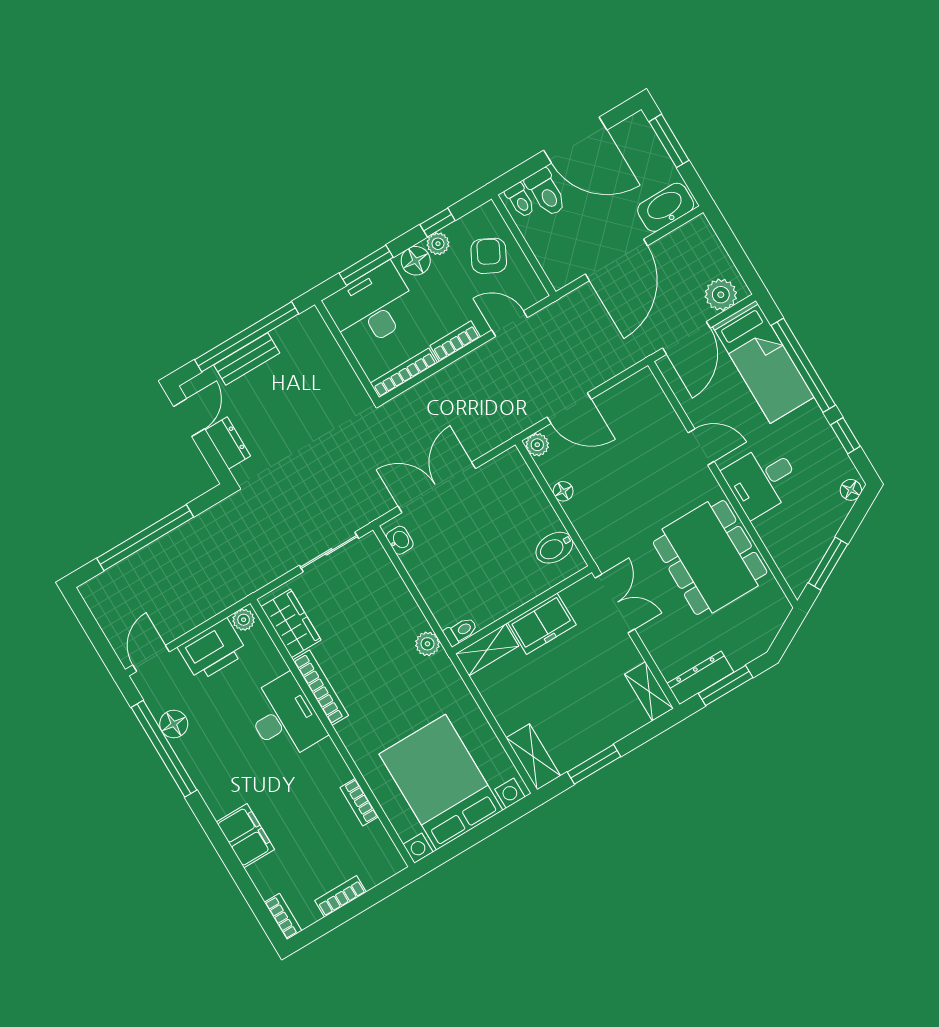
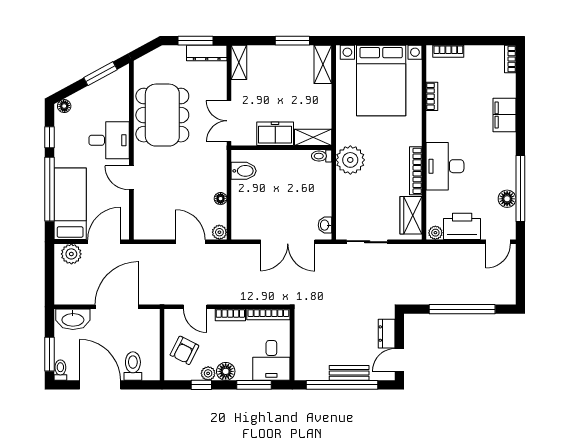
toilet: (520, 200) -> (60, 370), moved
desk: (372, 307) -> (271, 360), width x0.73
plant: (427, 644) -> (350, 160), width x1.87, depth x1.87
bookcase: (341, 896) -> (448, 51), moved

